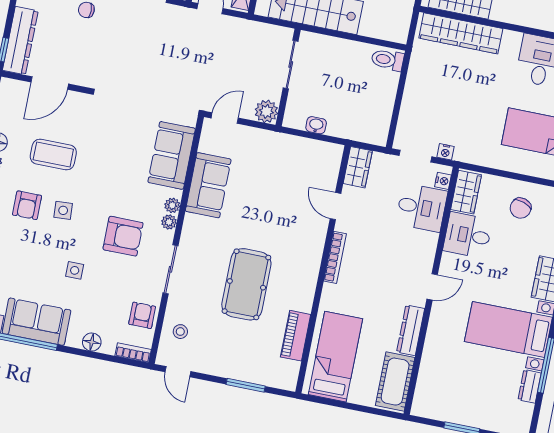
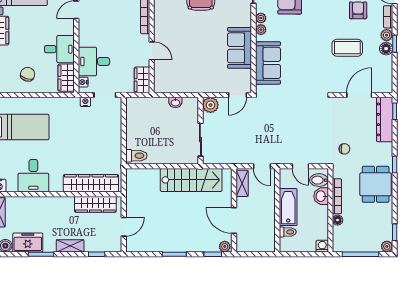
side table: (63, 210) -> (333, 12), removed

